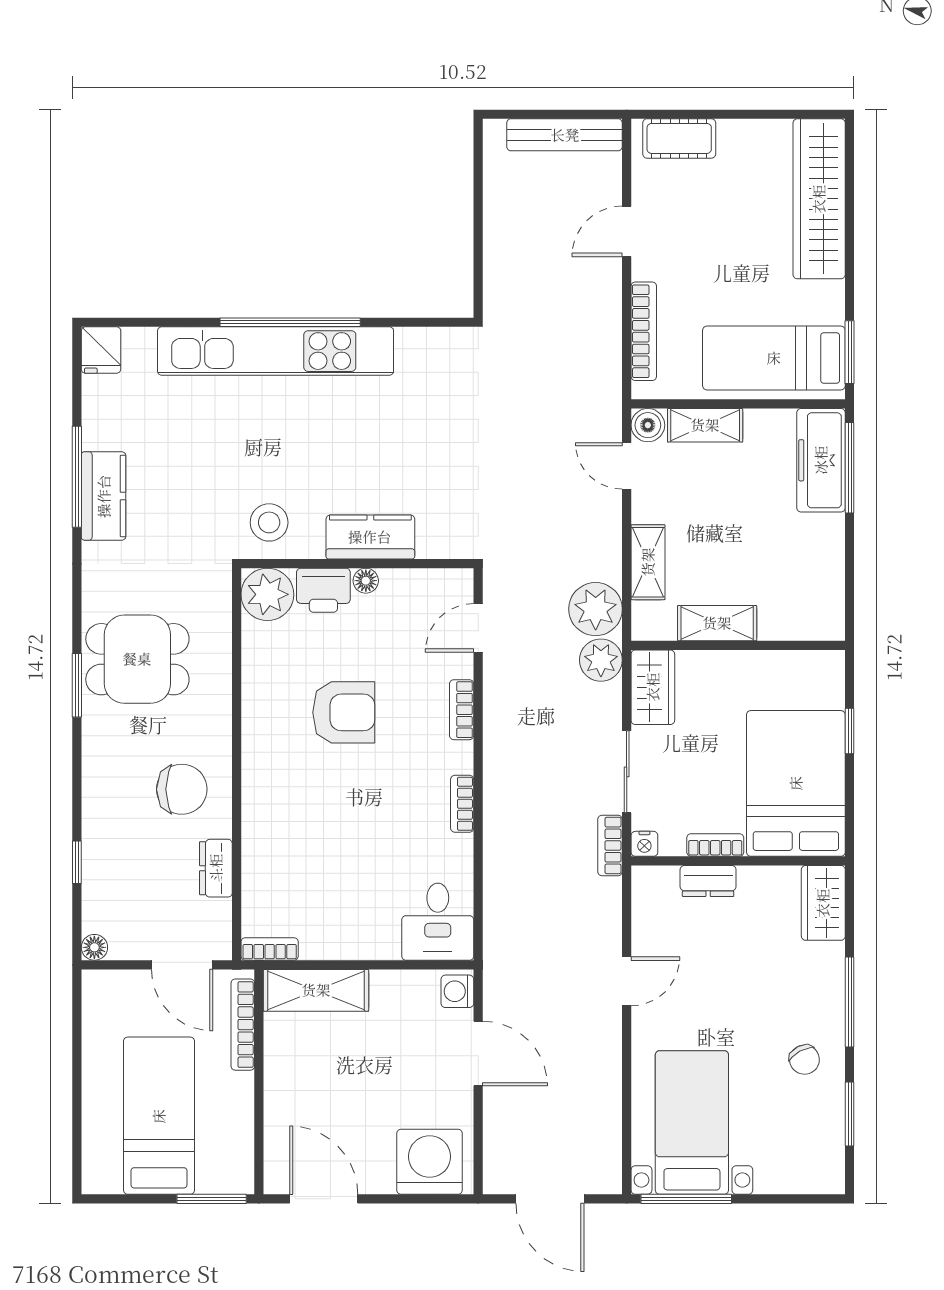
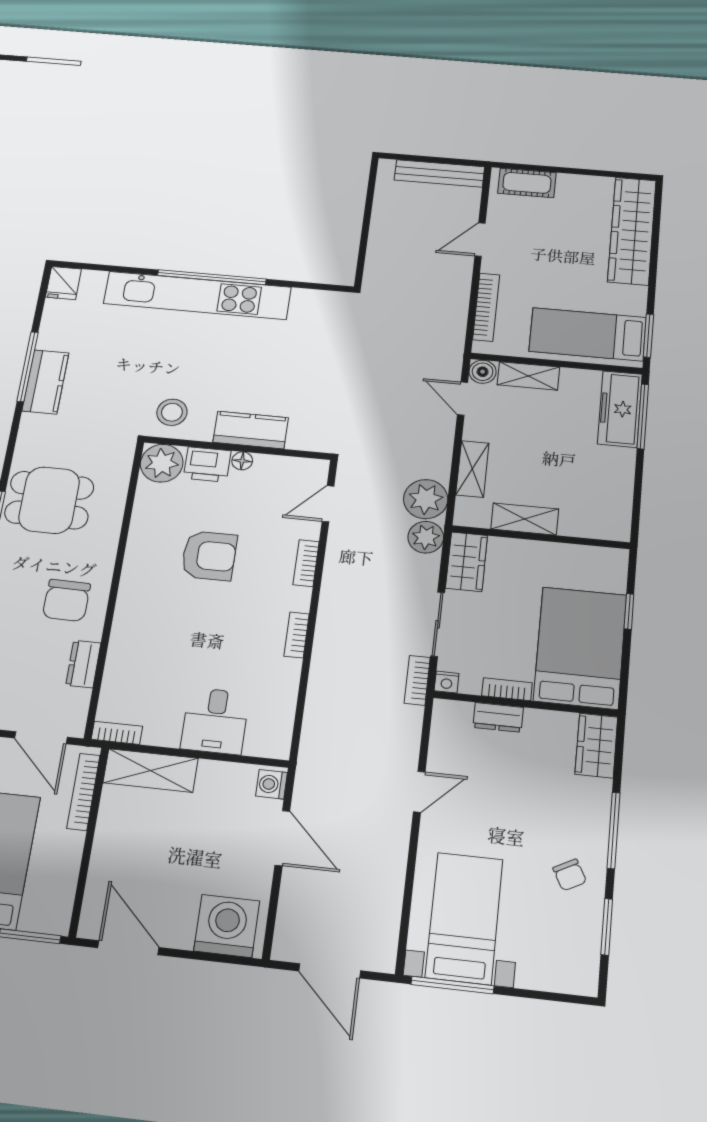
chair: (182, 789) -> (66, 600), turned 91
desk: (438, 922) -> (215, 721), moved

